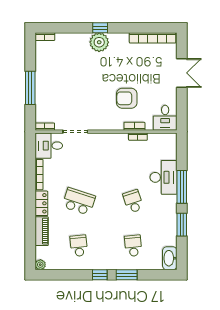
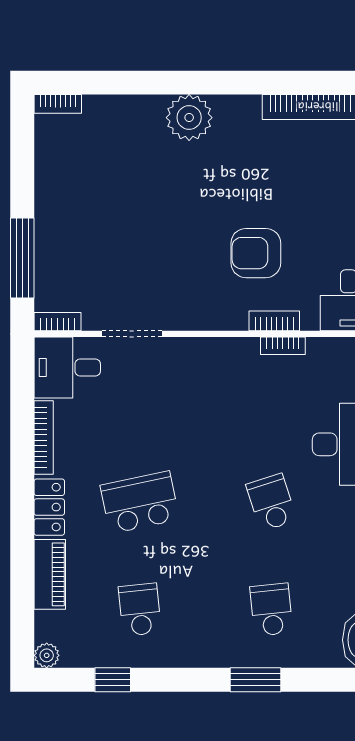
window: (100, 28) -> (192, 83), removed
window: (30, 88) -> (22, 258), moved
school desk: (79, 201) -> (140, 502), turned -30
window: (100, 275) -> (113, 680), moved

